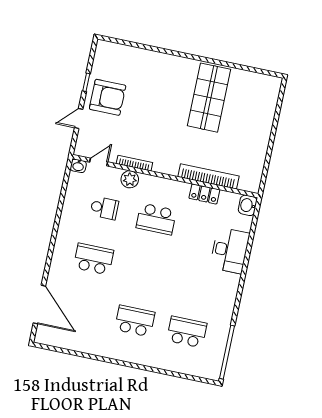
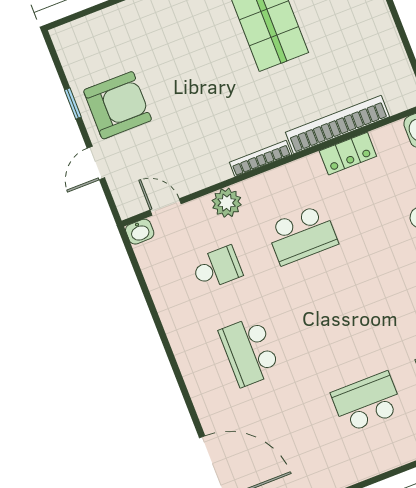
door: (99, 162) -> (166, 207), hinge flipped
bookcase: (134, 163) -> (261, 158), moved
school desk: (94, 259) -> (249, 351), turned -90

